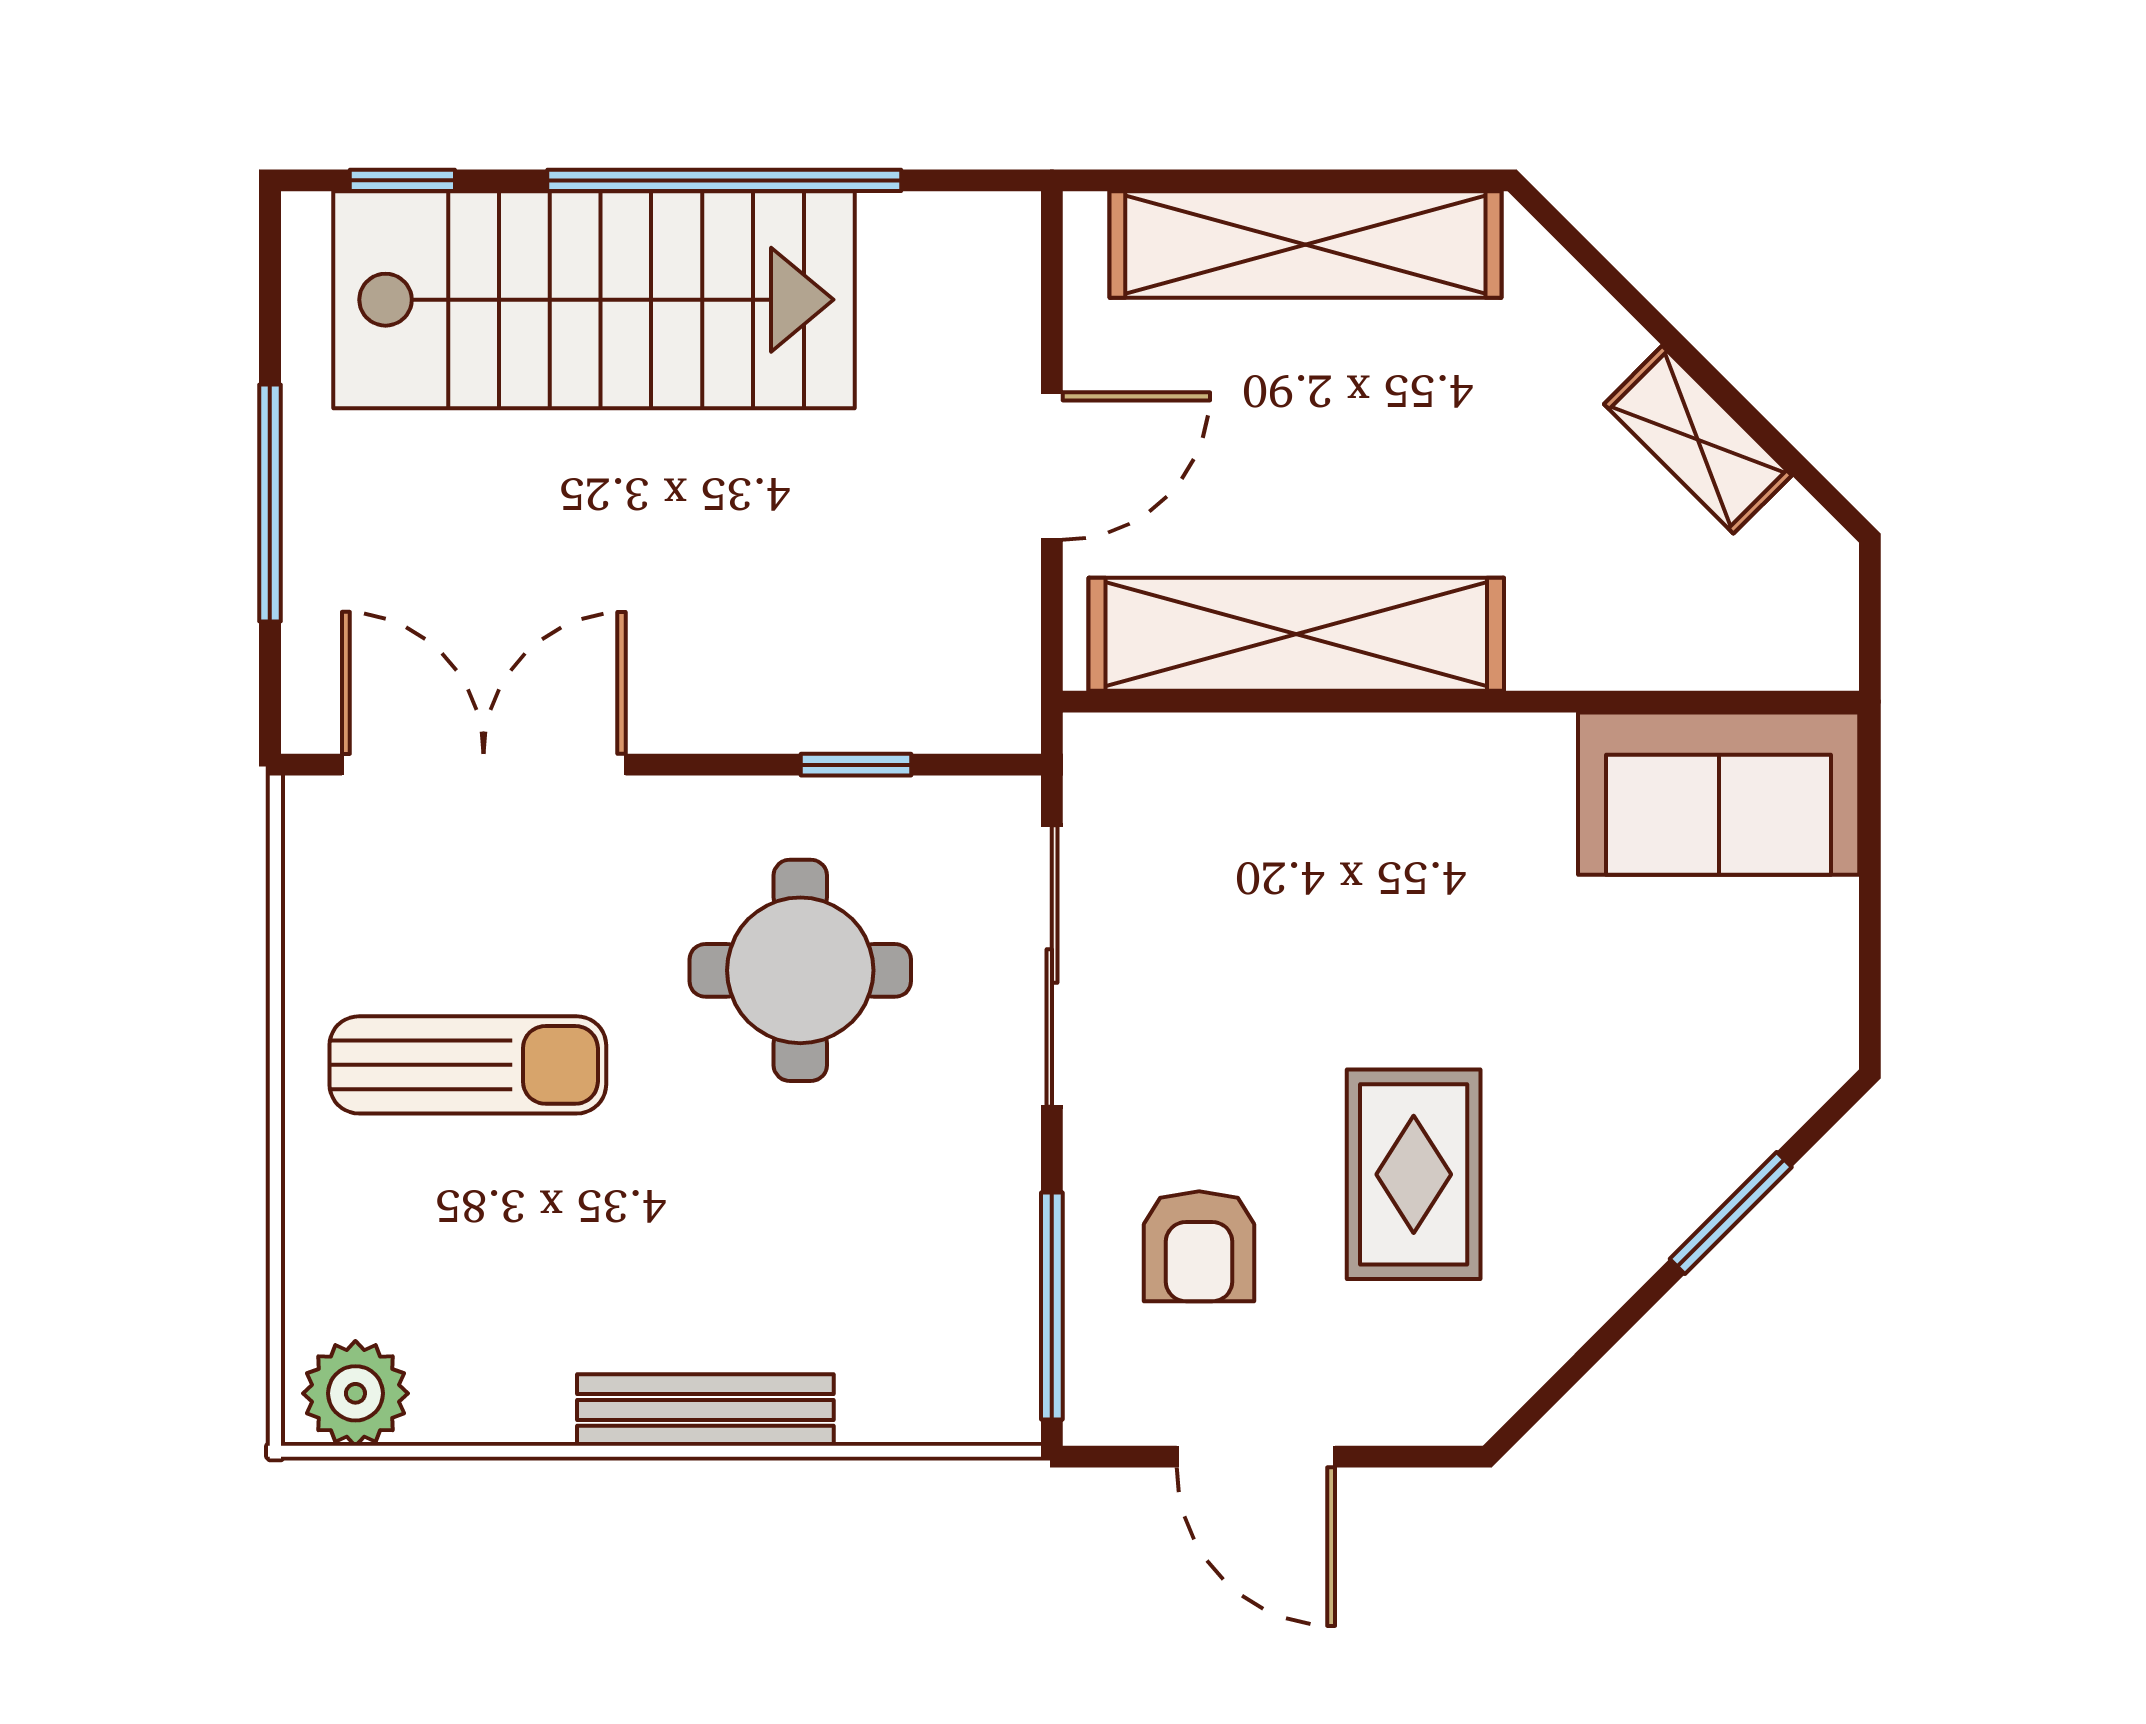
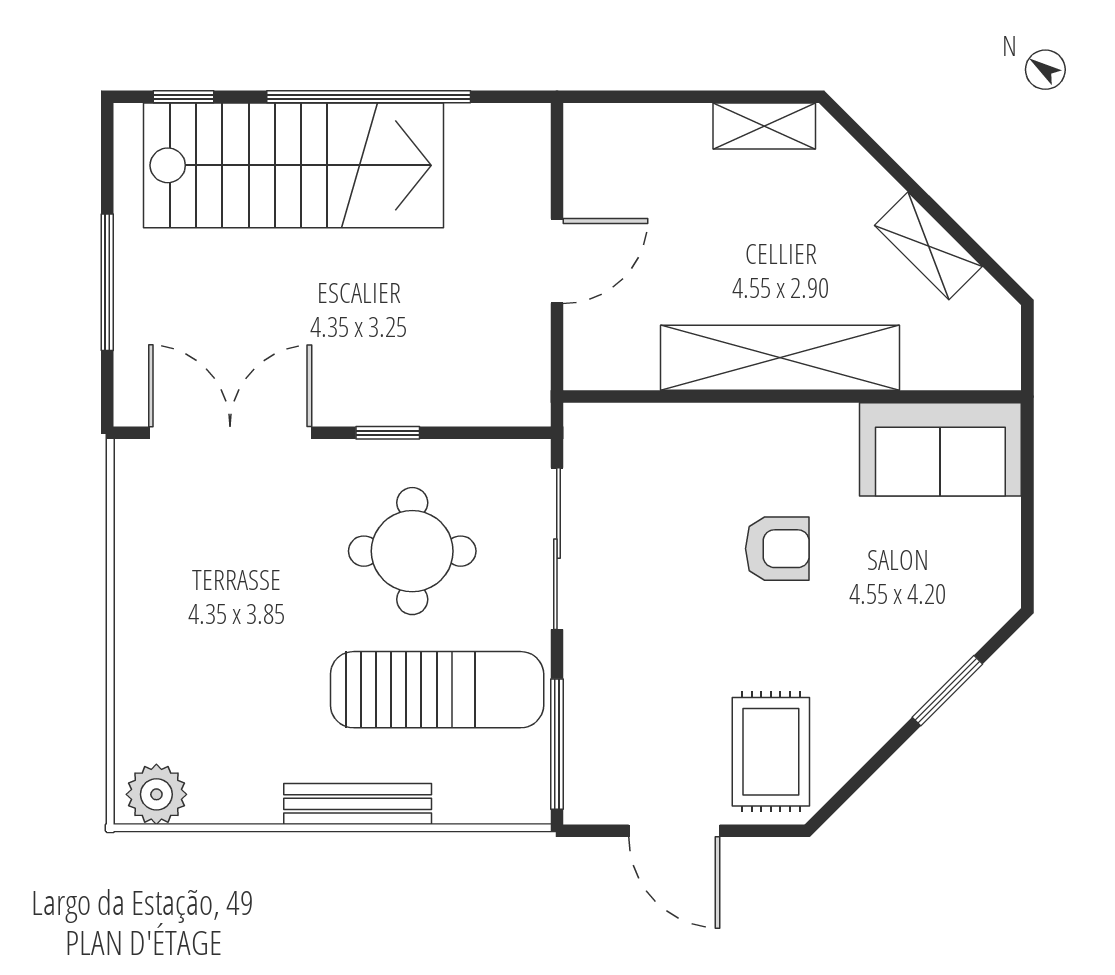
shelving: (1305, 245) -> (764, 126), width x0.45, depth x0.75
shelving: (1296, 634) -> (780, 358), moved
window: (856, 765) -> (388, 433), moved
sun lounger: (468, 1065) -> (437, 690), moved, width x1.36, depth x1.34
rug: (1414, 1174) -> (771, 752), moved
armchair: (1199, 1246) -> (777, 549), moved, turned -90

